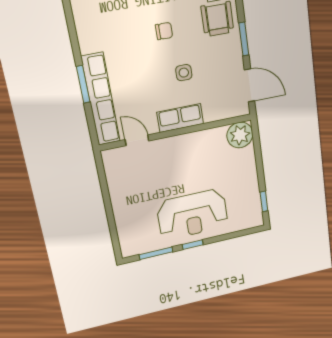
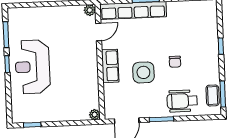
side table: (184, 73) -> (143, 72), width x1.87, depth x1.87
plant: (240, 135) -> (95, 115), width x0.53, depth x0.53
plant: (109, 157) -> (90, 10), added

